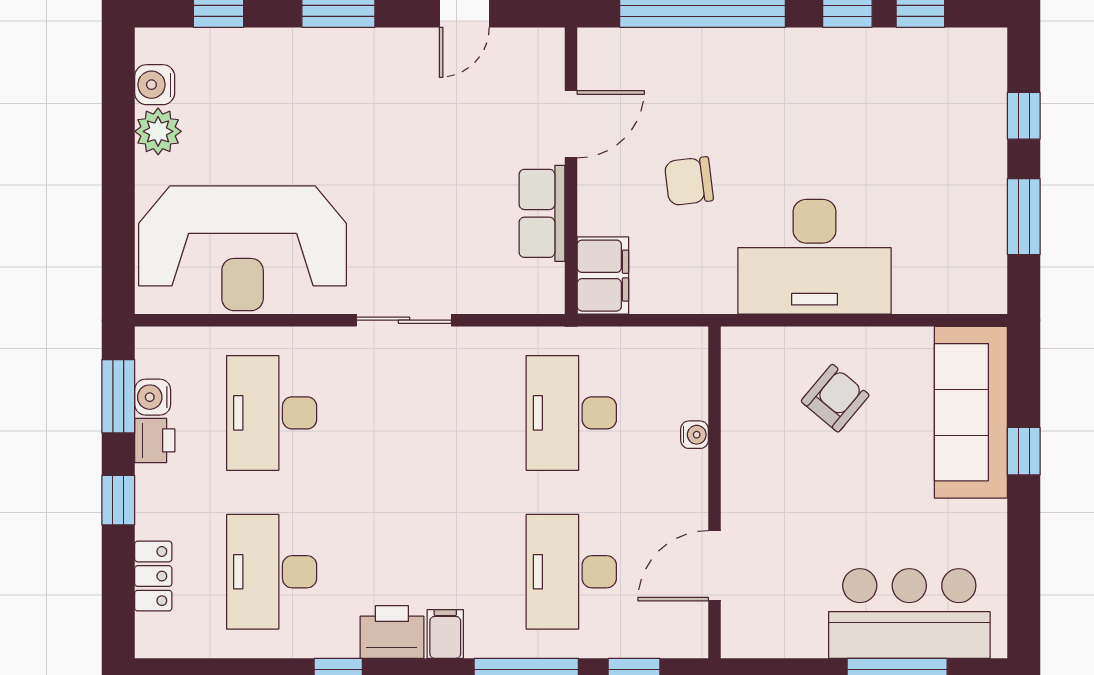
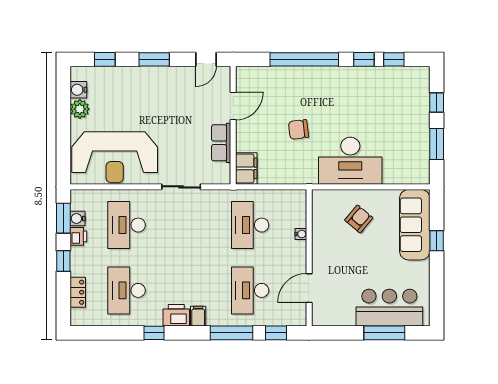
door: (571, 124) -> (233, 106), moved
wall: (571, 171) -> (233, 125), moved
row of seats: (542, 213) -> (221, 143), moved
filing cabinet: (603, 276) -> (246, 168), moved

